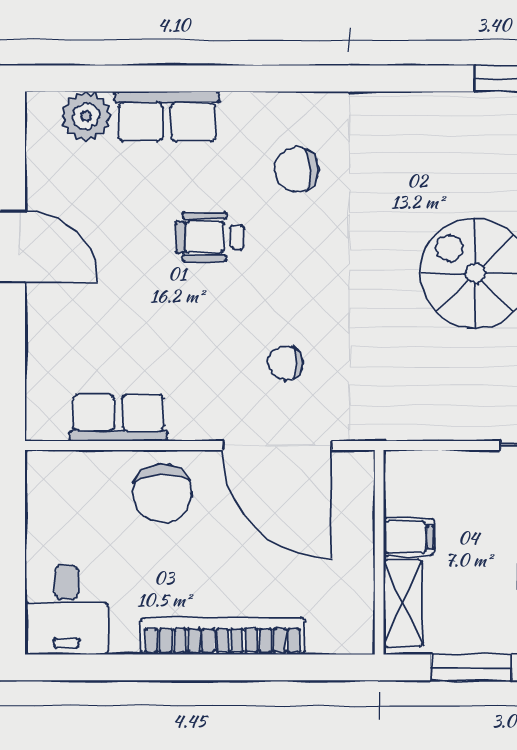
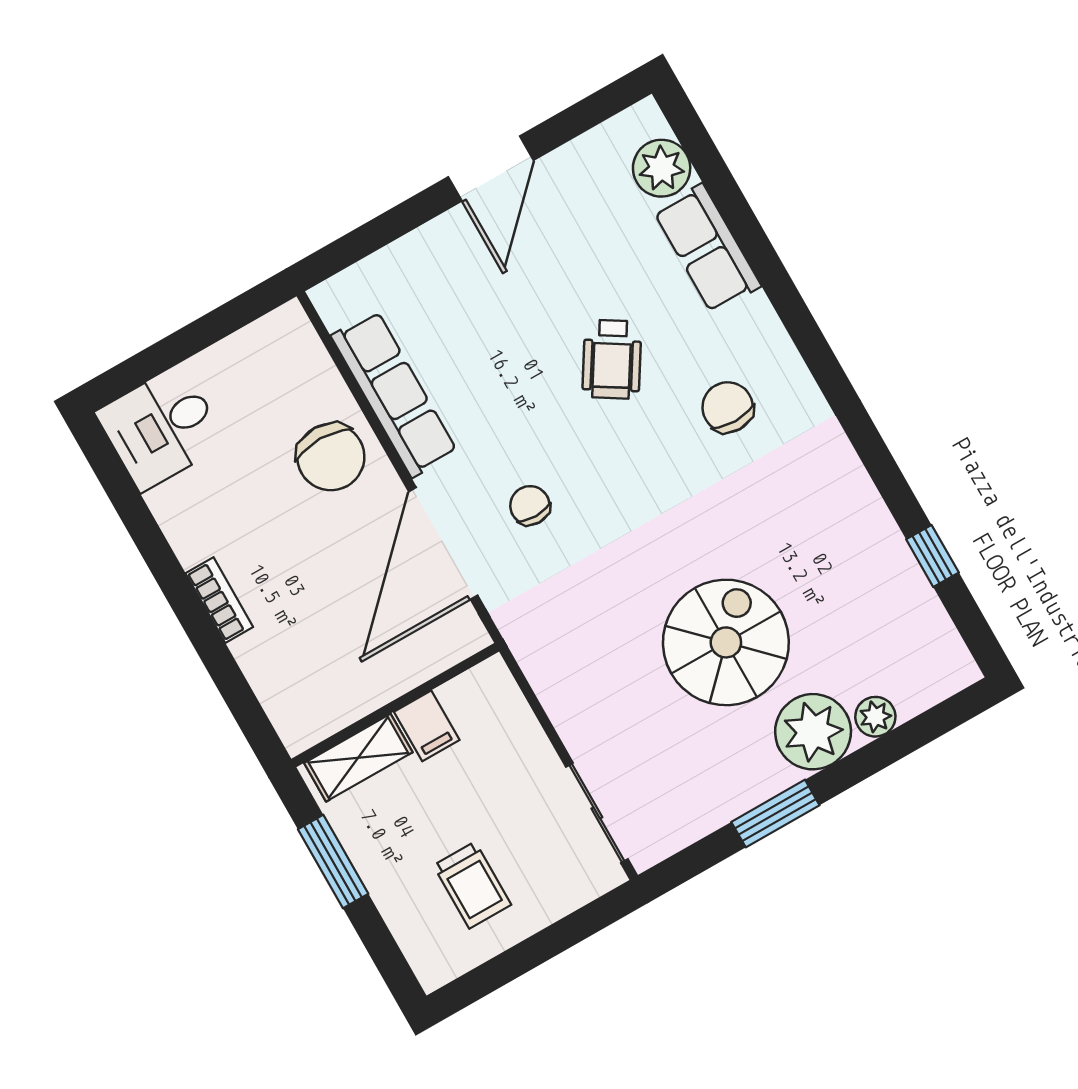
wheelchair: (210, 237) -> (612, 359), turned -148
row of seats: (118, 418) -> (394, 394), width x1.48
chair: (162, 493) -> (331, 457), turned -87
bookcase: (223, 636) -> (219, 600), width x0.43, depth x0.76

